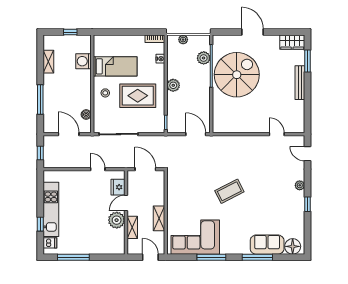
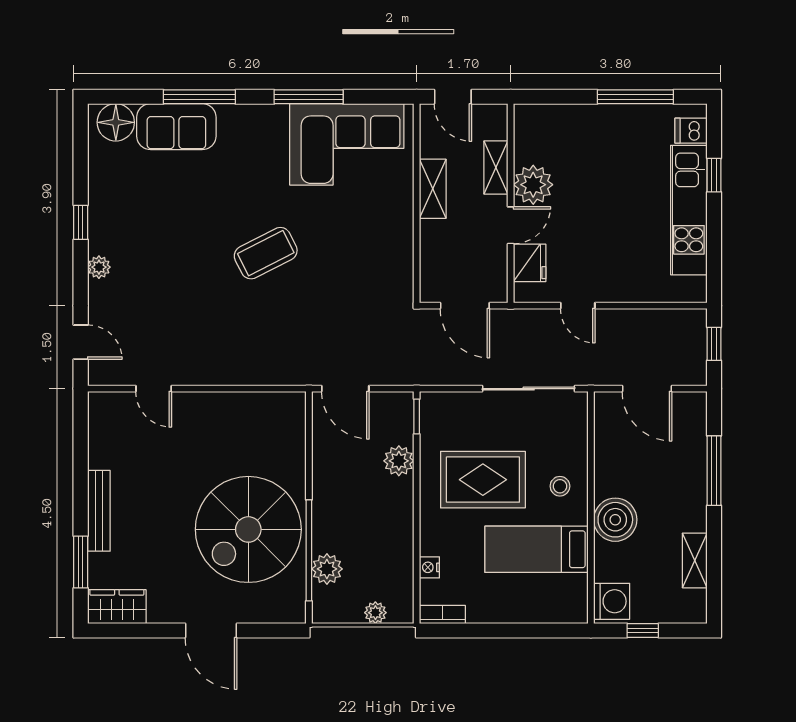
washing machine: (83, 61) -> (612, 601), moved
plant: (173, 85) -> (399, 461), moved
boiler: (86, 115) -> (615, 520), moved, width x1.86, depth x1.86

